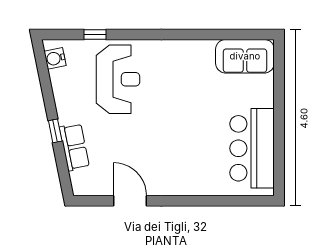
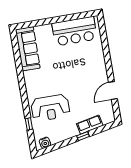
sofa: (245, 56) -> (28, 49), width x1.36
reception desk: (118, 79) -> (50, 108), turned 180

